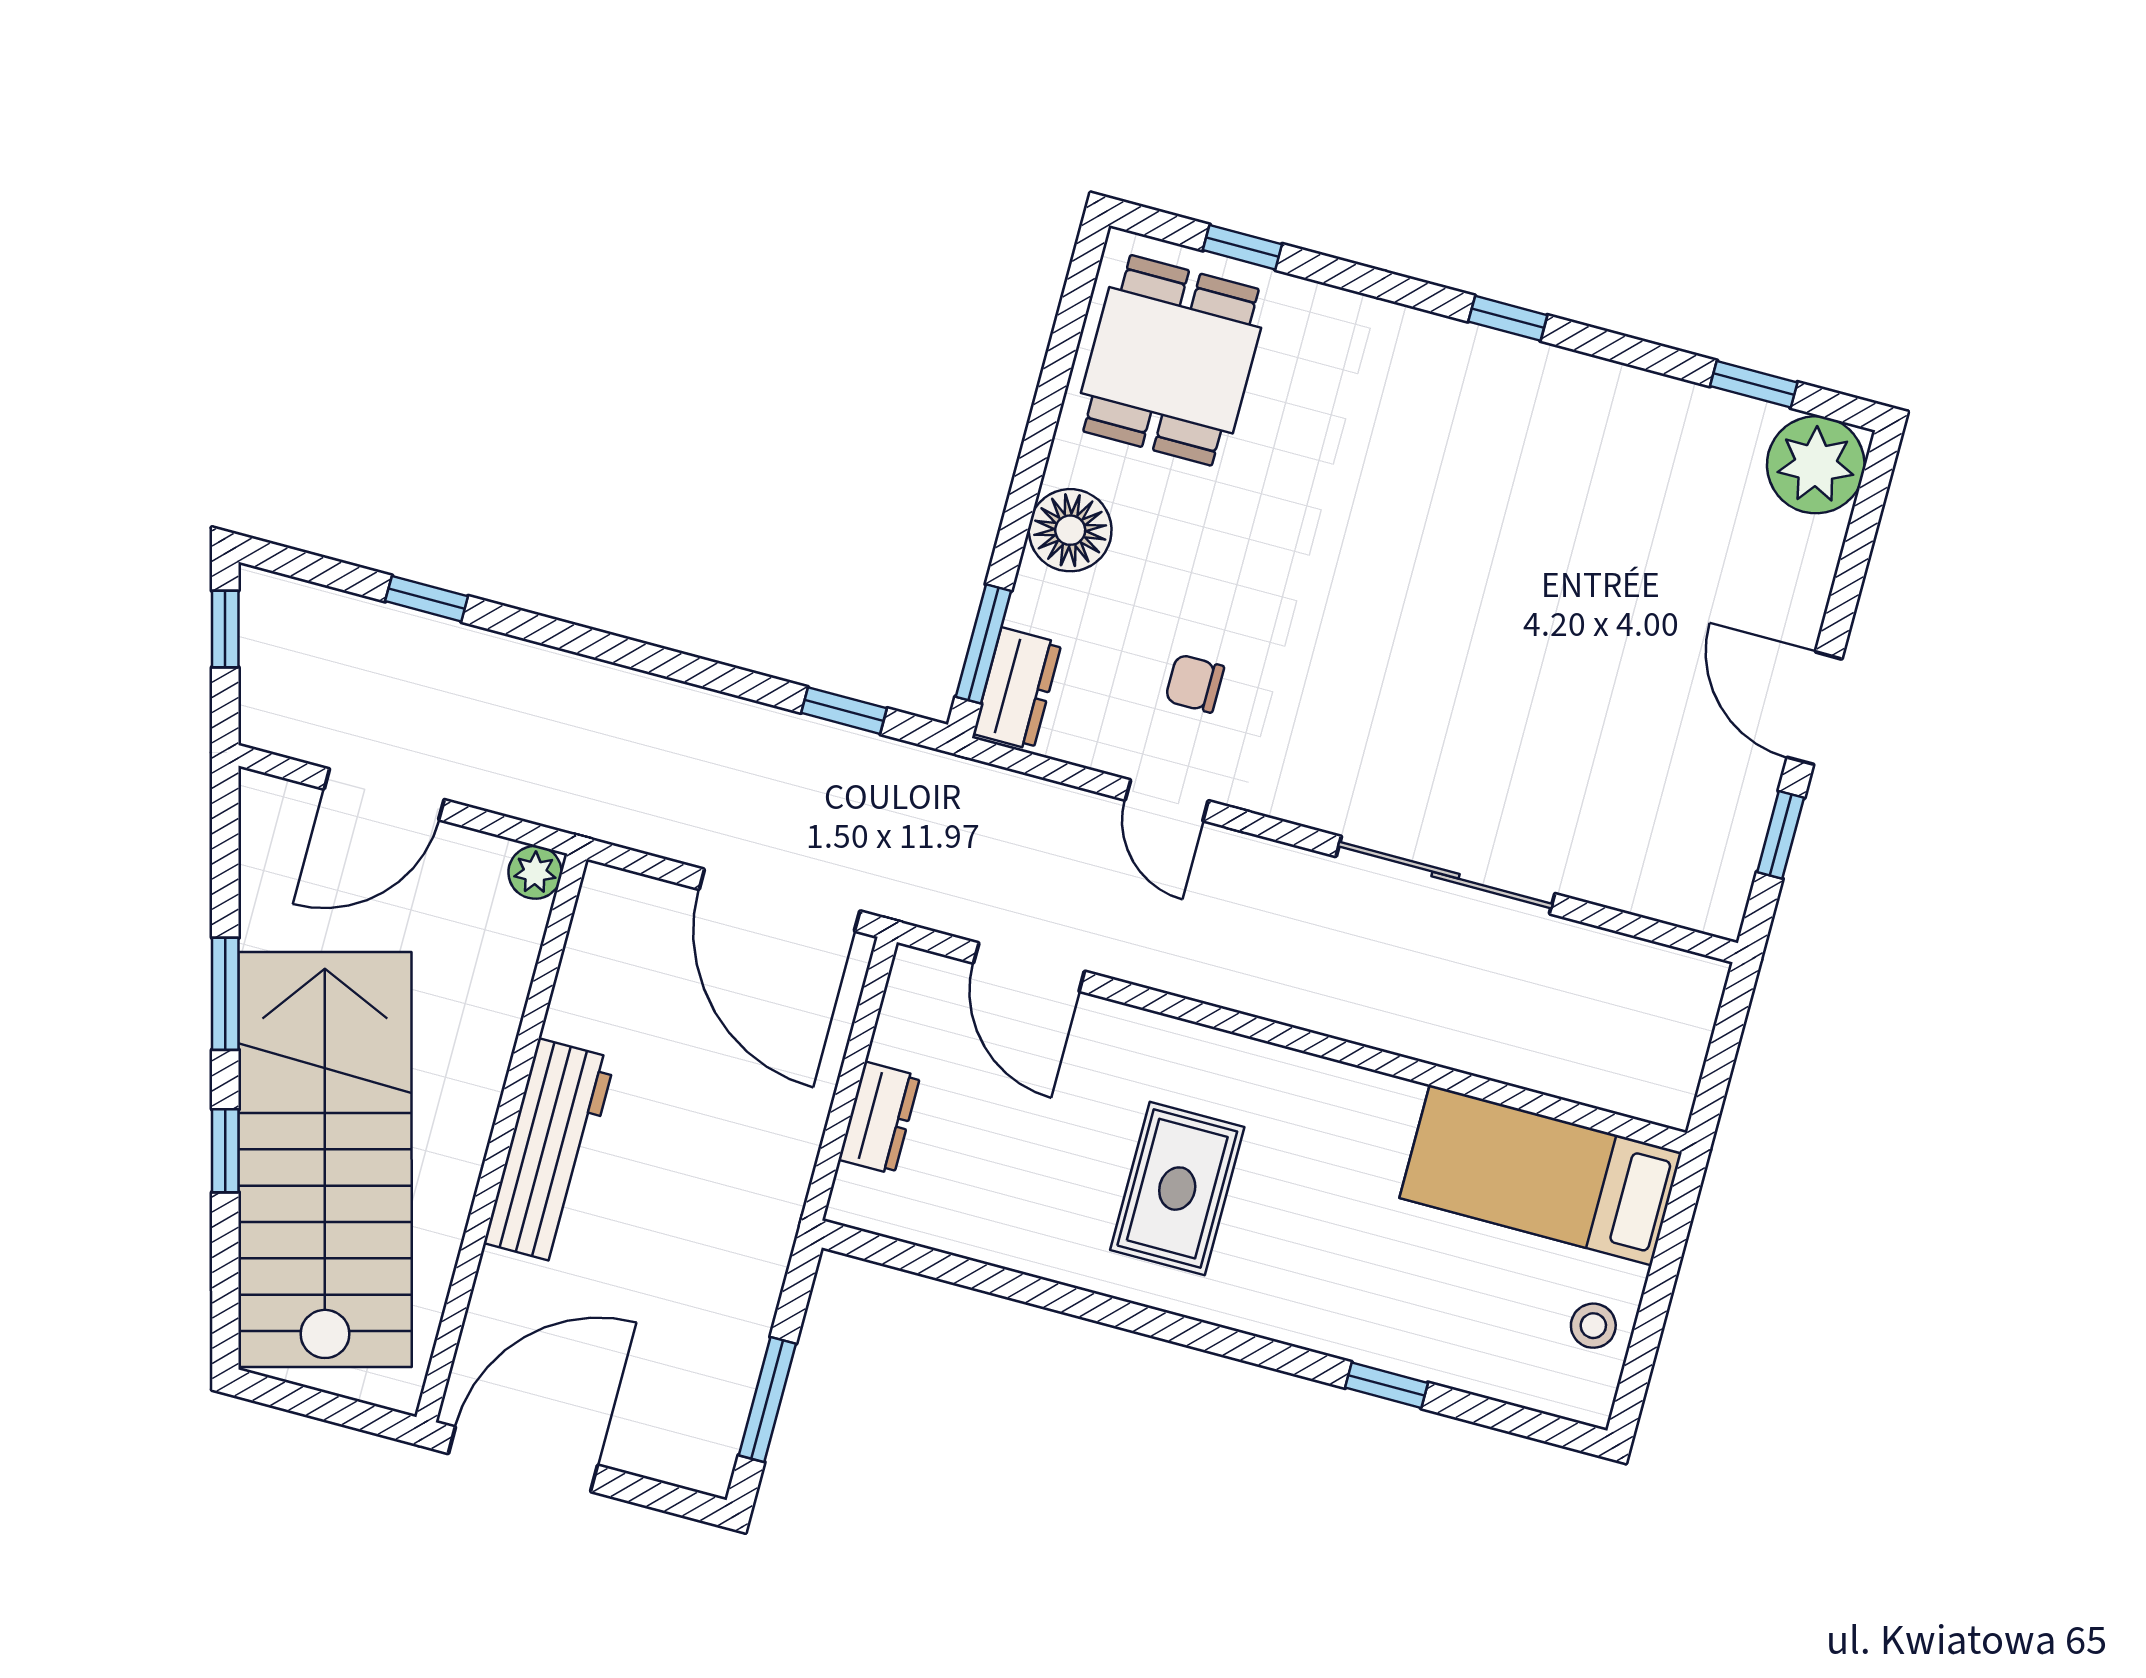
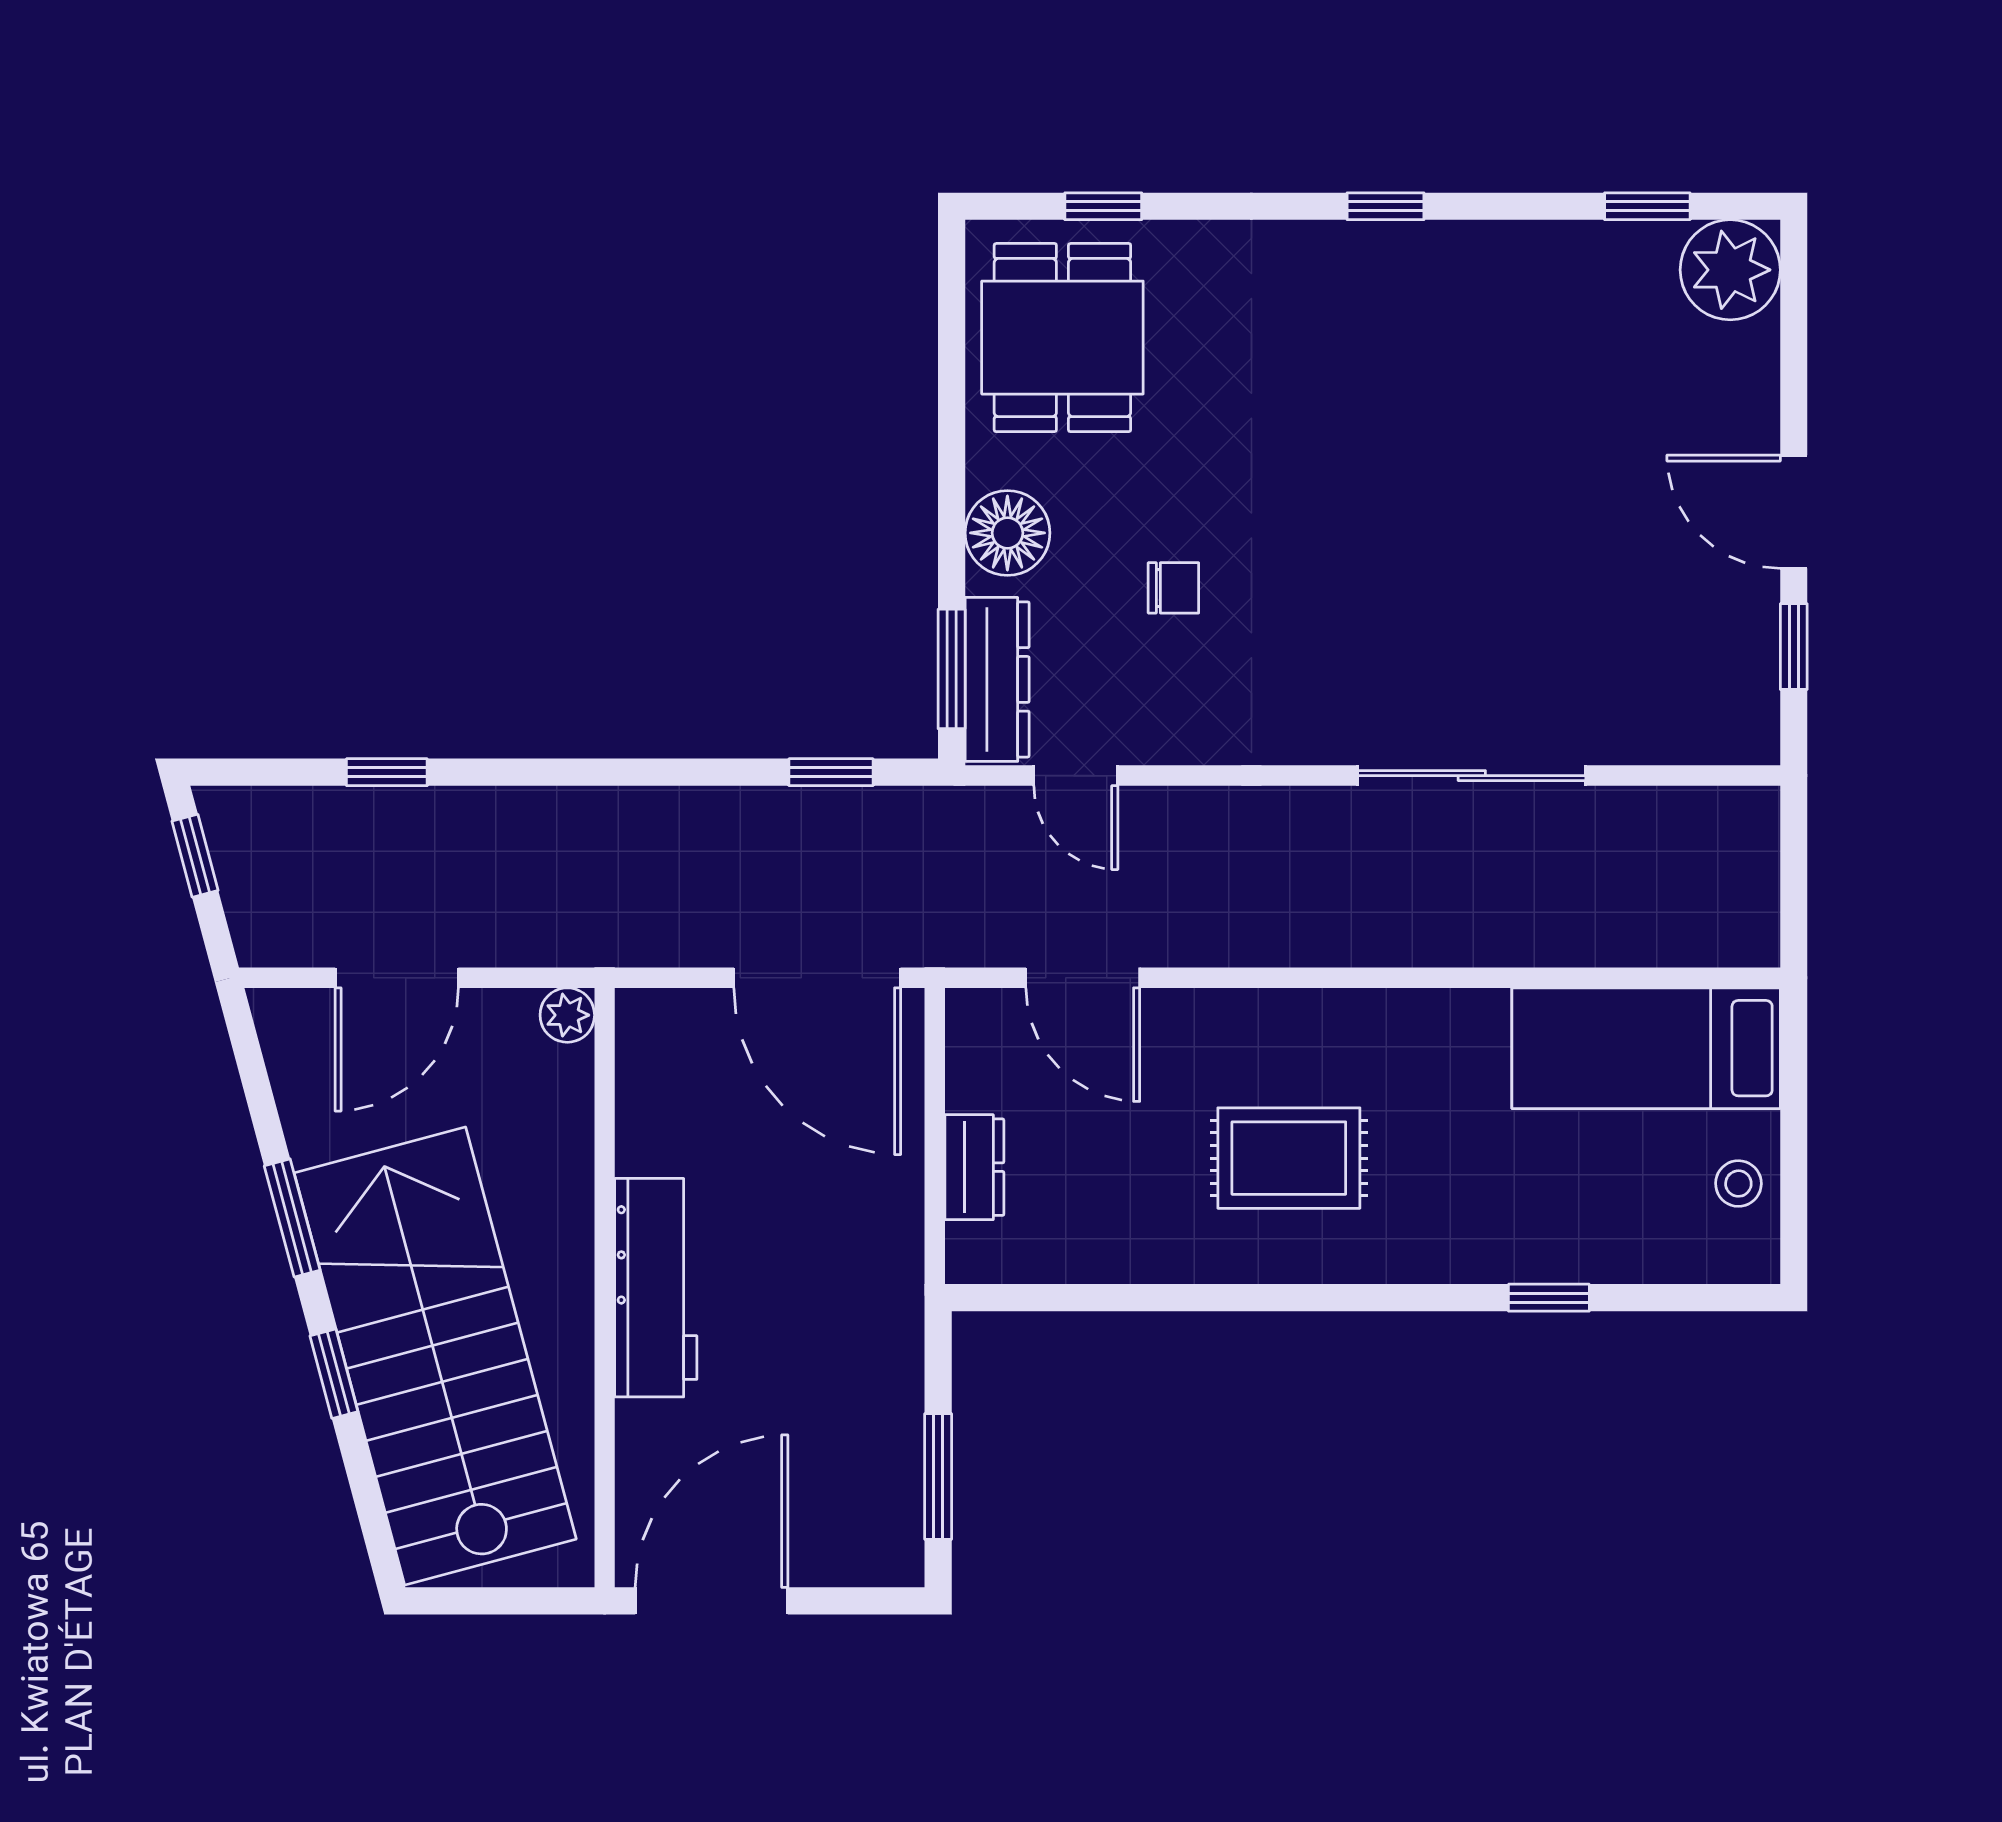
chair: (1195, 683) -> (1173, 588), moved, turned 180
dresser: (1017, 689) -> (997, 679), width x1.44
door: (1167, 800) -> (1076, 776), moved
rug: (1177, 1189) -> (1289, 1158), turned 90

